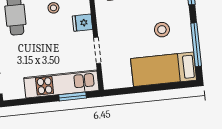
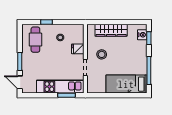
stool: (162, 30) -> (102, 54), moved

